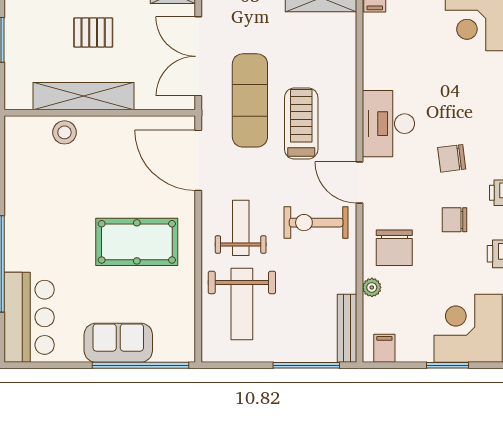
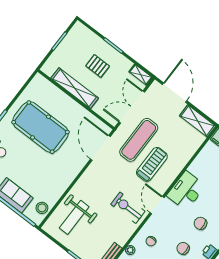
stool: (64, 132) -> (42, 208), moved
weight bench: (241, 228) -> (97, 187), removed
pool table: (137, 242) -> (40, 127), moved, width x1.36, depth x1.32
chair: (394, 248) -> (151, 241), width x0.54, depth x0.54

